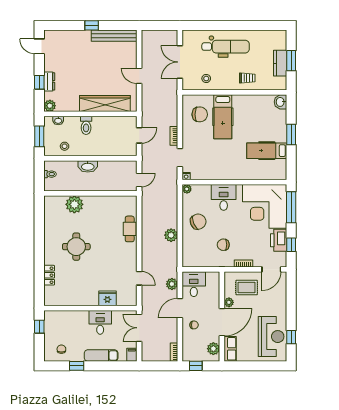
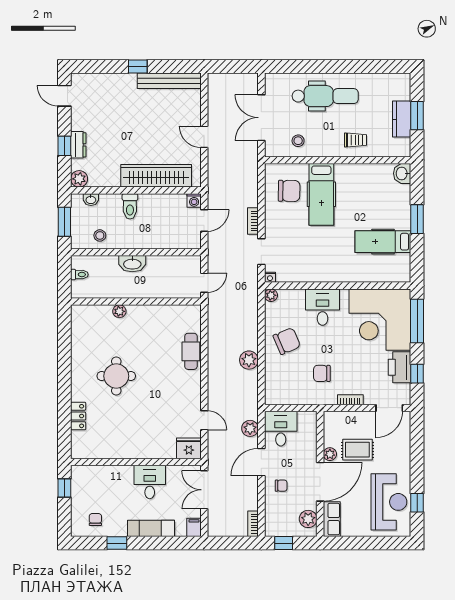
washing machine: (132, 121) -> (194, 201), added
plant: (74, 204) -> (119, 311), width x0.53, depth x0.53
rug: (247, 287) -> (357, 450), moved
fridge: (107, 298) -> (189, 448), moved

